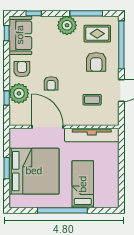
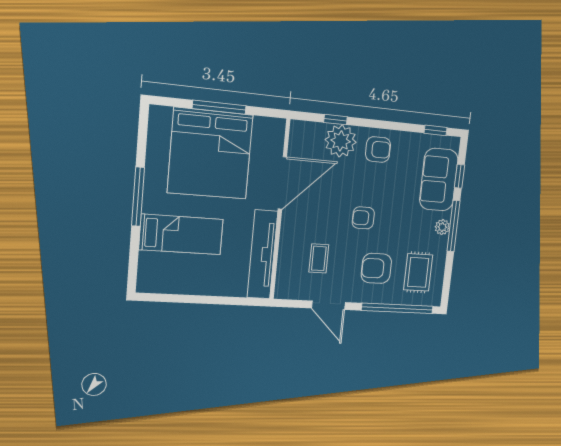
window: (86, 13) -> (454, 226), moved
plant: (67, 25) -> (442, 227), width x0.53, depth x0.53
sofa: (20, 35) -> (439, 180), moved, turned 90
armchair: (51, 83) -> (363, 218), moved
window: (7, 168) -> (219, 107), width x1.44
window: (62, 210) -> (138, 197), width x0.68

